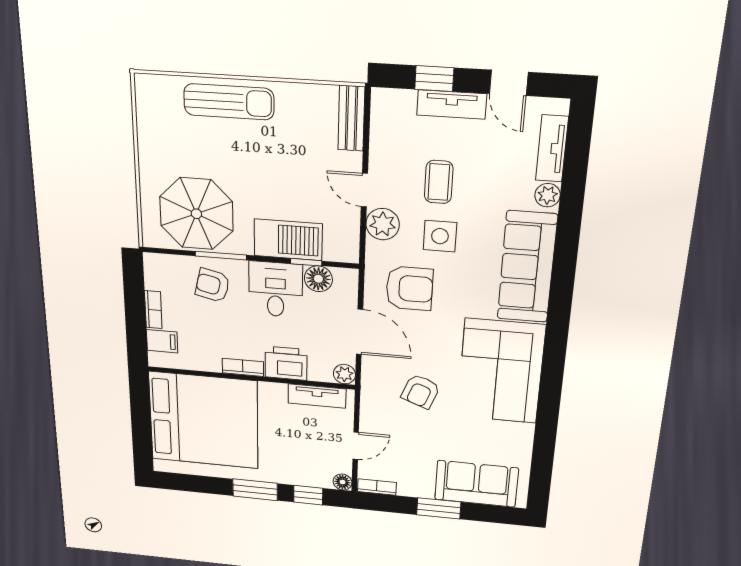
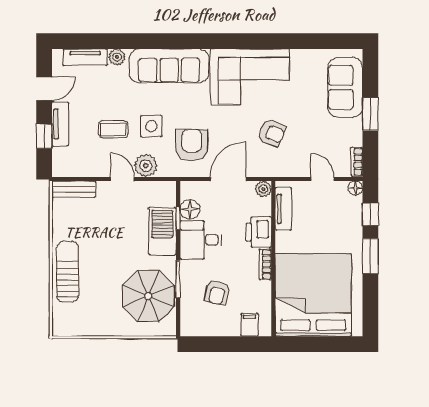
door: (364, 190) -> (122, 179), swing flipped
armchair: (213, 285) -> (217, 293), moved
bookcase: (153, 310) -> (225, 330), removed

